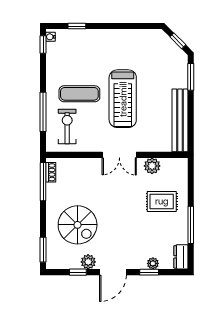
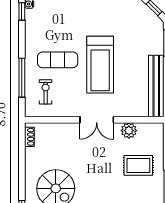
exercise bike: (67, 127) -> (46, 92), width x0.73, depth x0.72
window: (43, 182) -> (22, 146), removed

